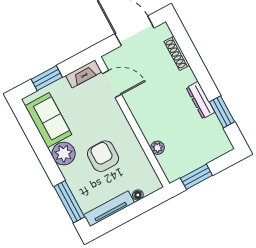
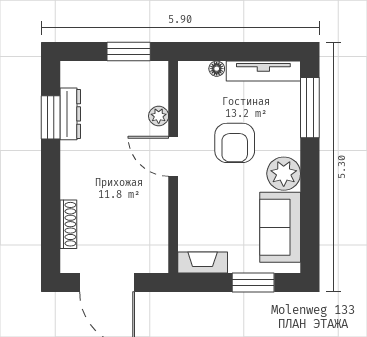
door: (112, 84) -> (173, 156), moved
dresser: (200, 100) -> (70, 114), moved

